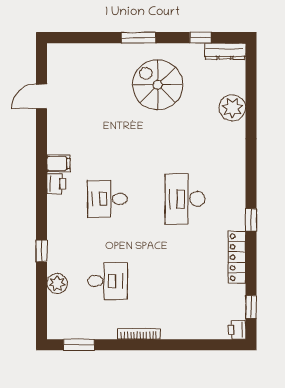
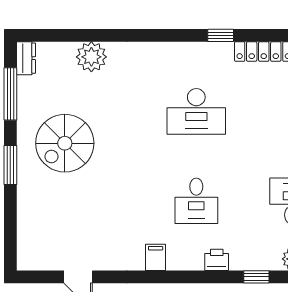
window: (200, 38) -> (10, 94), width x2.17
dresser: (225, 51) -> (26, 58), width x0.70
printer: (56, 184) -> (217, 260), moved

